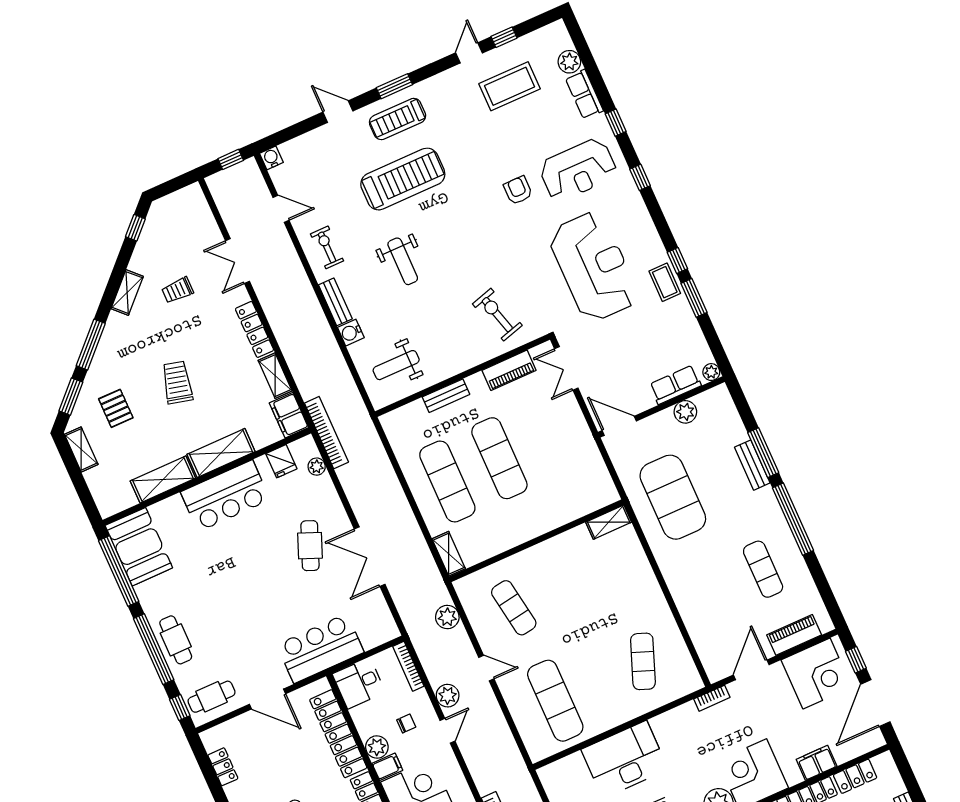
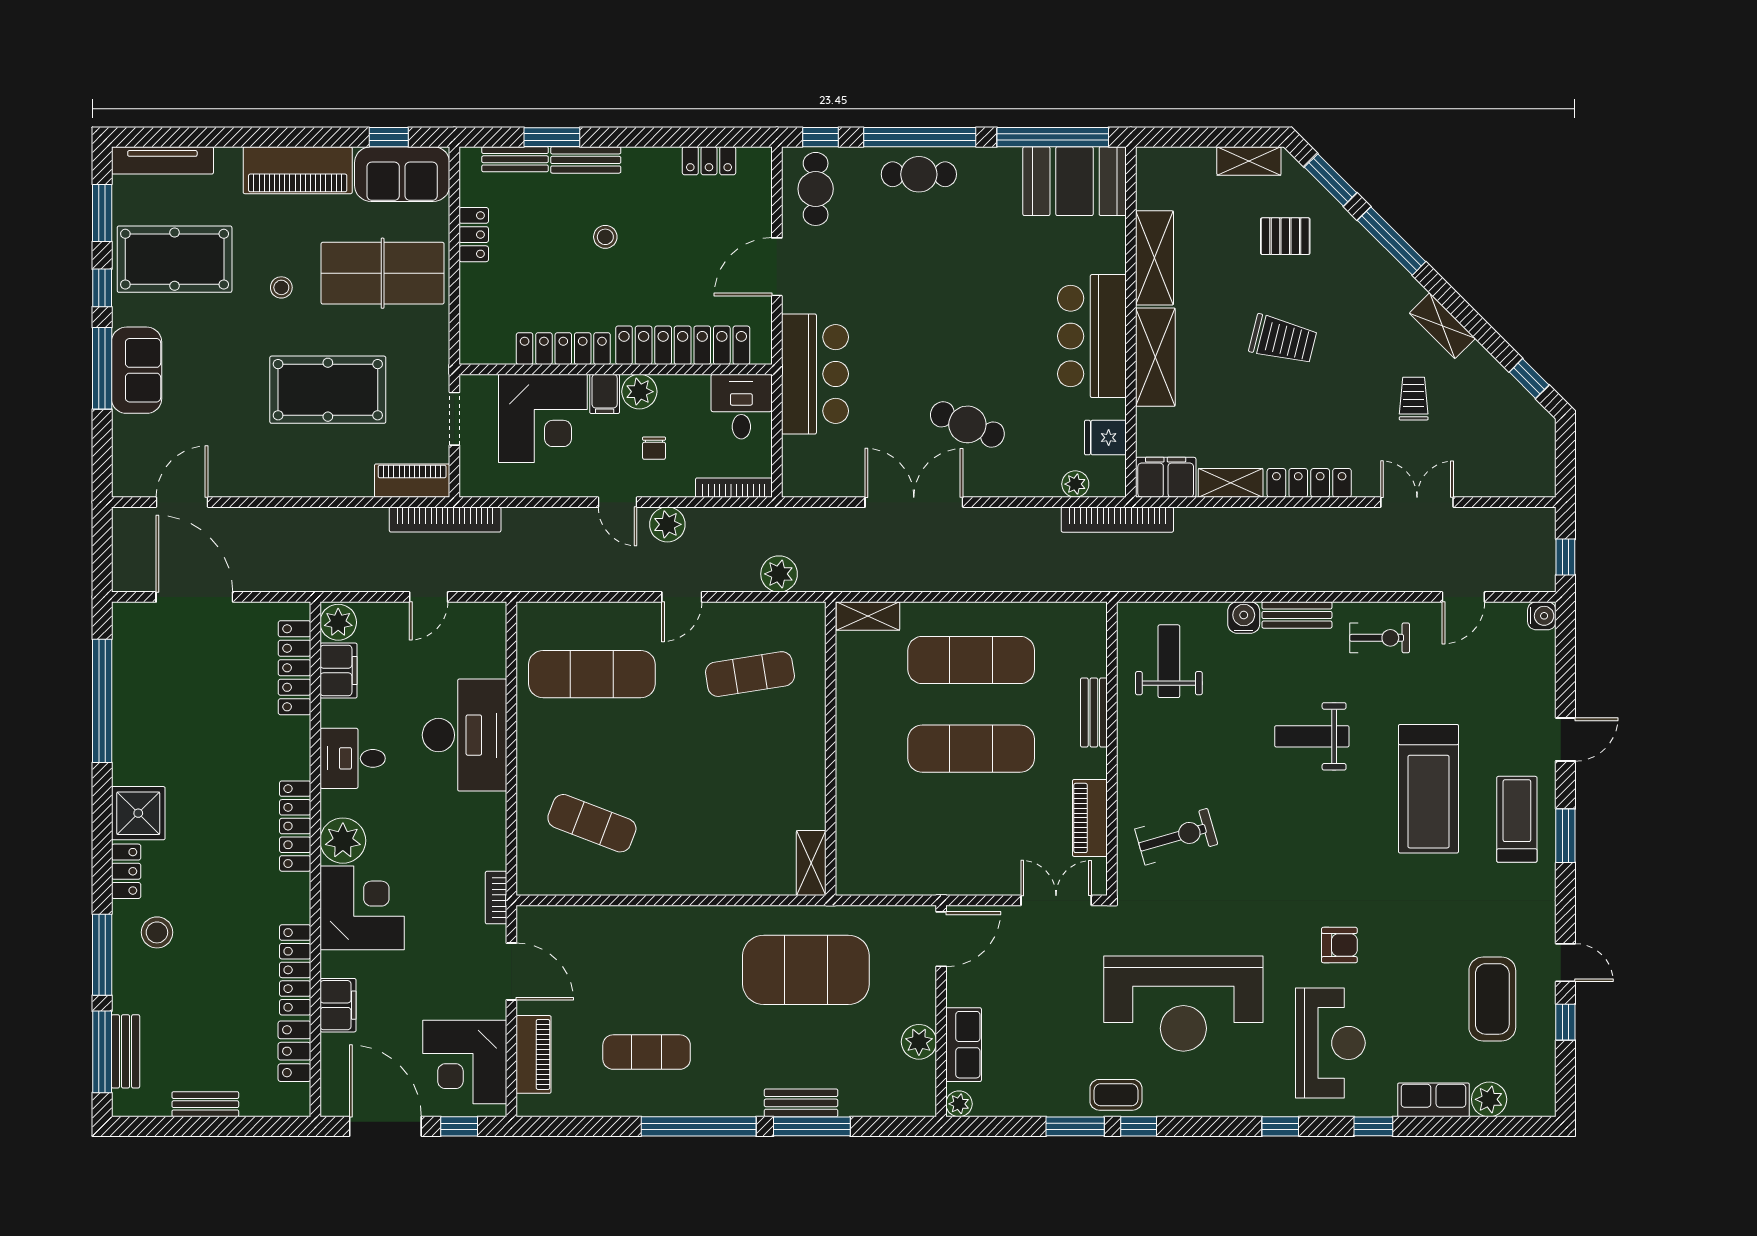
reception desk: (578, 170) -> (1330, 1043), turned 180

